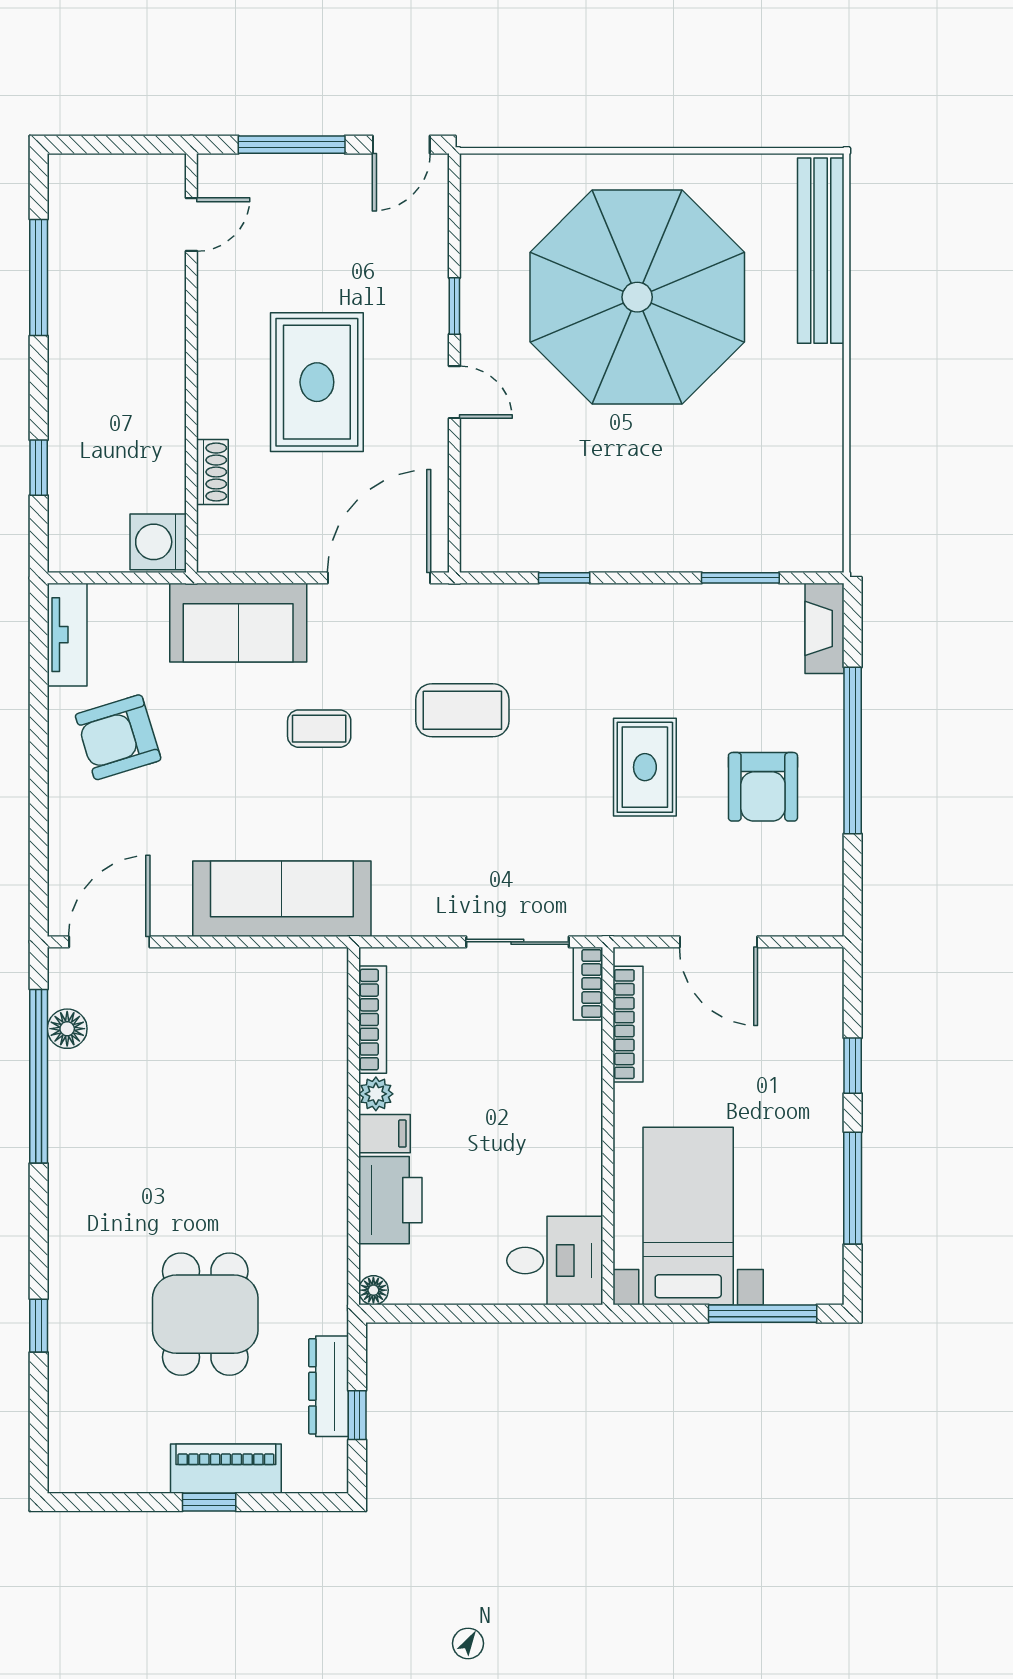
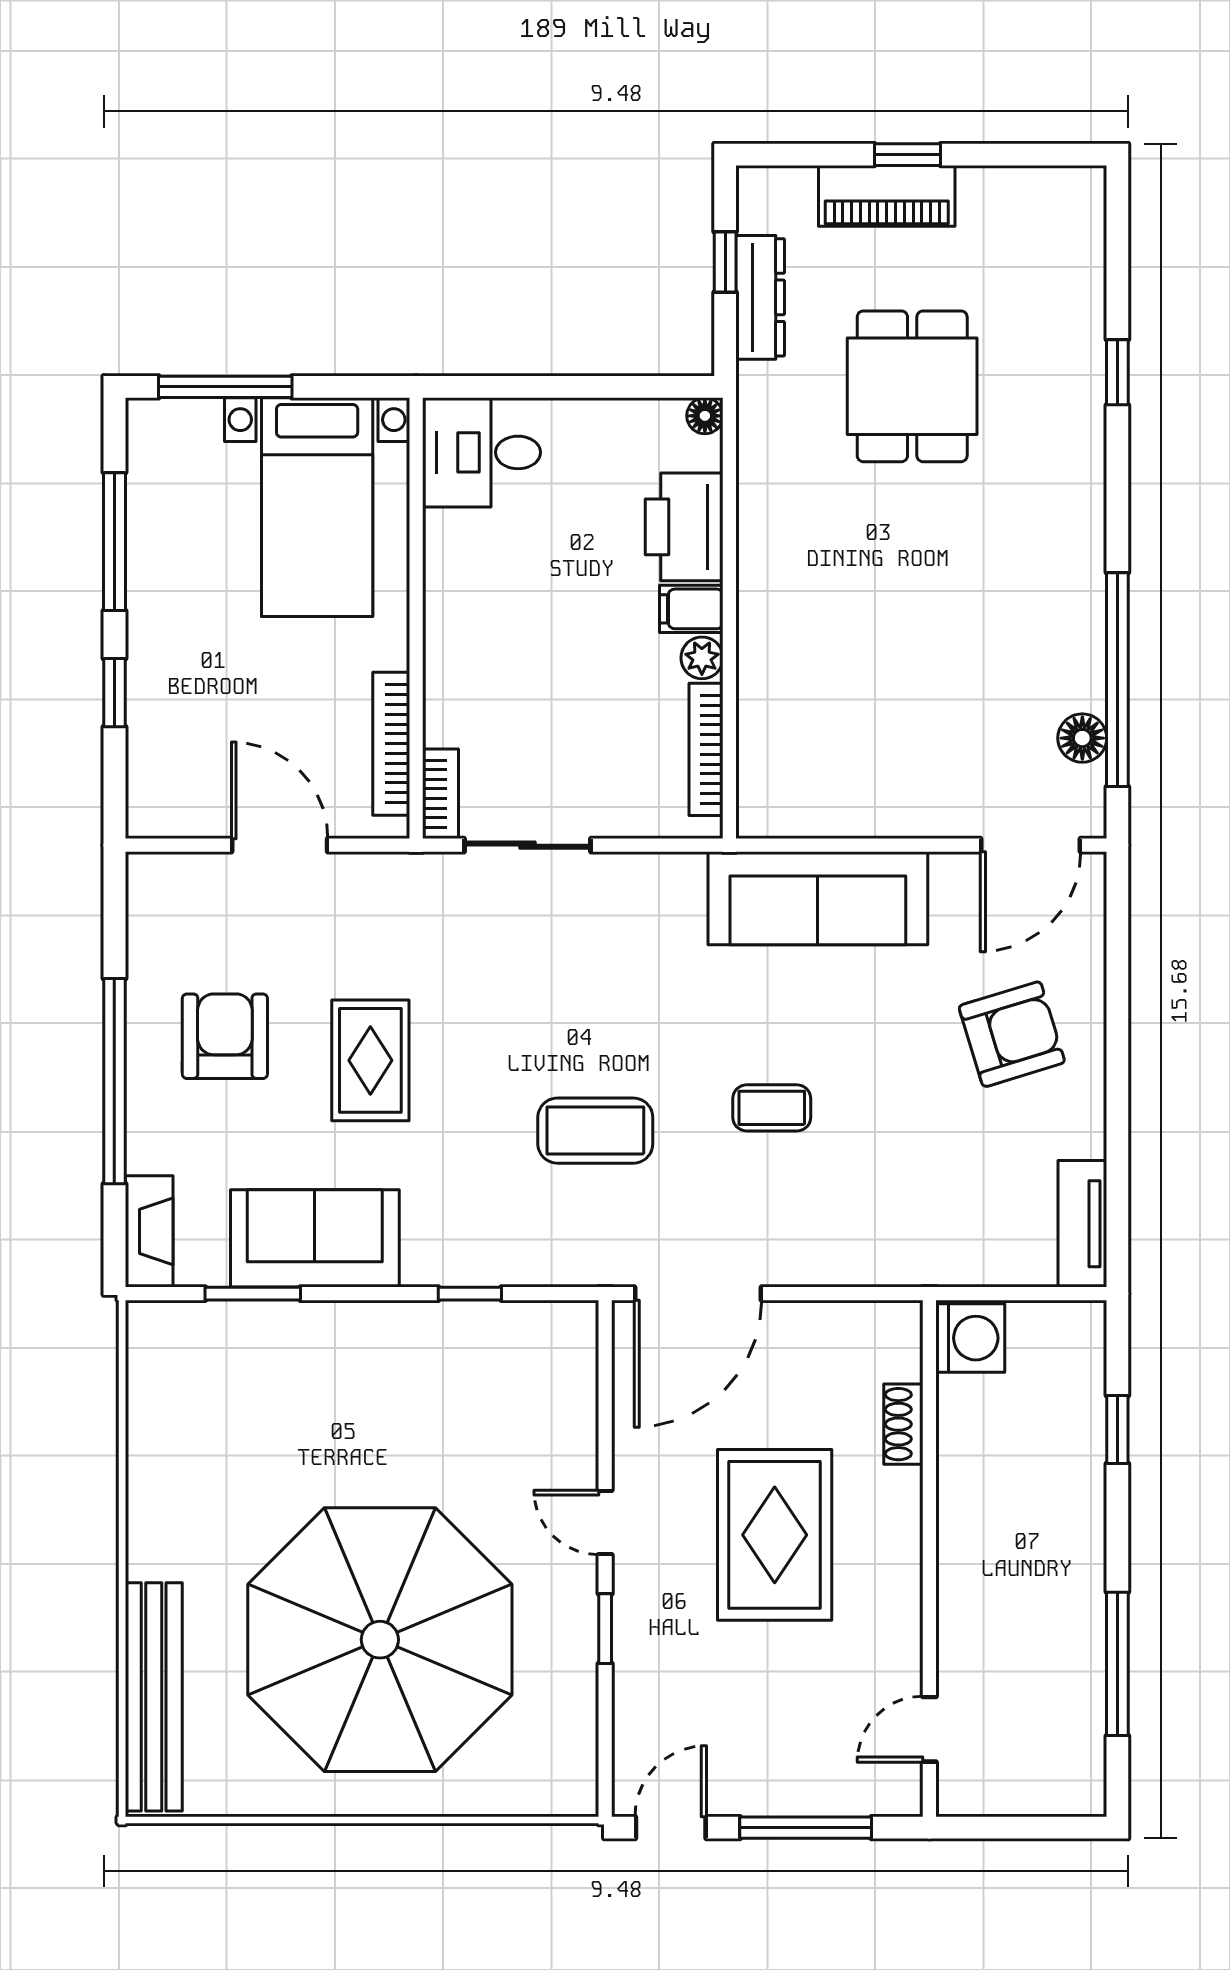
sofa: (238, 623) -> (315, 1238), moved
armchair: (118, 737) -> (1012, 1034), moved

